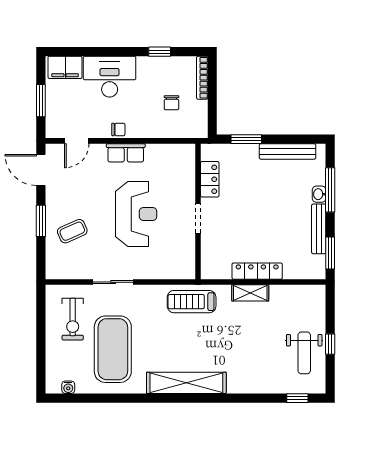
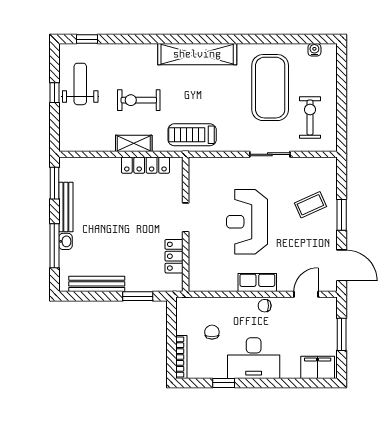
desk: (110, 77) -> (254, 358), moved
locker: (257, 271) -> (145, 165), moved
treadmill: (192, 302) -> (192, 135), turned 180
exercise bike: (245, 337) -> (139, 100), added

